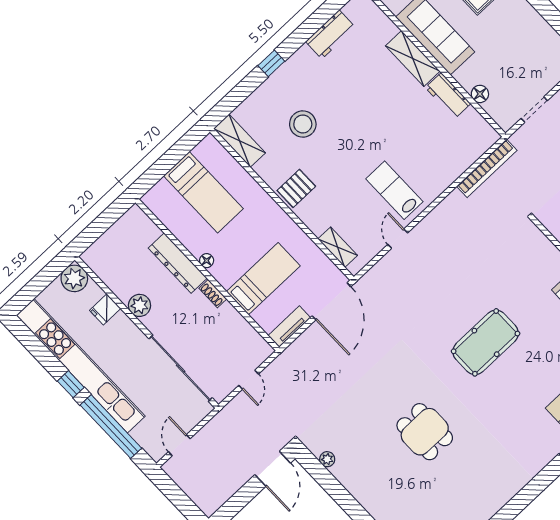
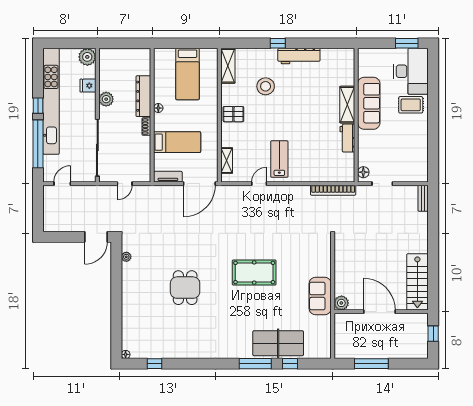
workbench: (330, 34) -> (299, 56), moved, width x1.37
floor lamp: (480, 94) -> (363, 172), moved

